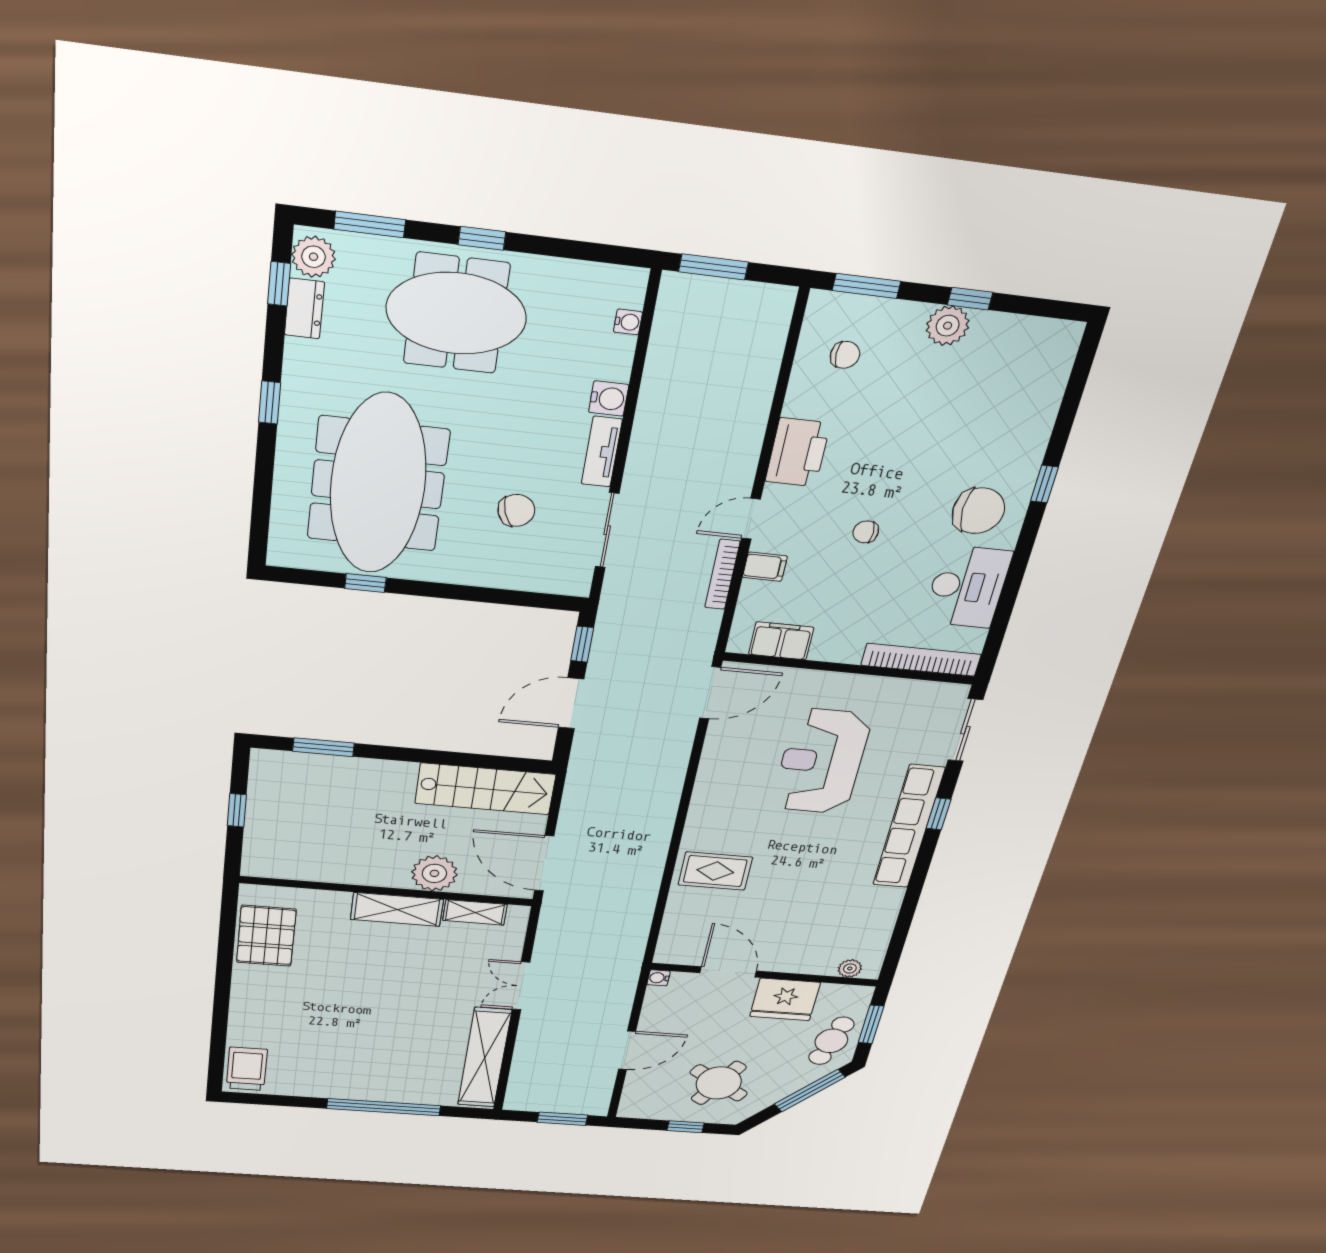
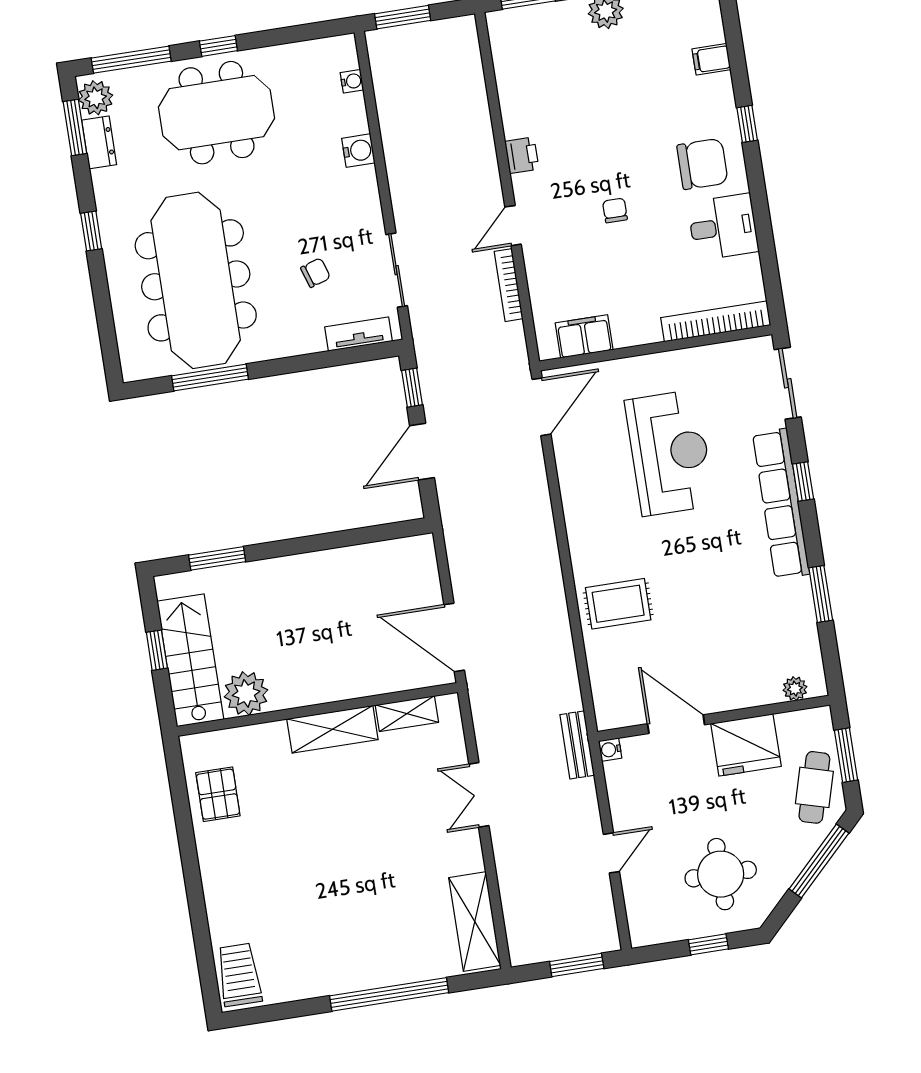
window: (370, 224) -> (131, 60), width x1.44
window: (279, 284) -> (75, 127), width x1.50
chair: (845, 355) -> (534, 59), removed
tv unit: (602, 452) -> (359, 334), moved, turned 90
printer: (798, 452) -> (522, 155), width x0.53, depth x0.68
chair: (516, 510) -> (315, 273), width x0.73, depth x0.73
chair: (866, 532) -> (615, 210), turned 90
filing cabinet: (765, 567) -> (711, 59), moved, turned 180
window: (365, 583) -> (210, 377), width x2.17
desk: (967, 587) -> (723, 227), width x0.73
reception desk: (821, 761) -> (670, 453), turned 180
stairs: (485, 789) -> (190, 660), moved, turned -90
plant: (434, 873) -> (246, 693), moved
window: (910, 904) -> (821, 594), added
pallet: (266, 936) -> (218, 794), width x0.67, depth x0.71
bench: (629, 968) -> (577, 745), added
door: (627, 1050) -> (611, 853), width x0.73
shelving: (485, 1058) -> (475, 921), width x0.68
round table: (719, 1083) -> (721, 874), turned -32

